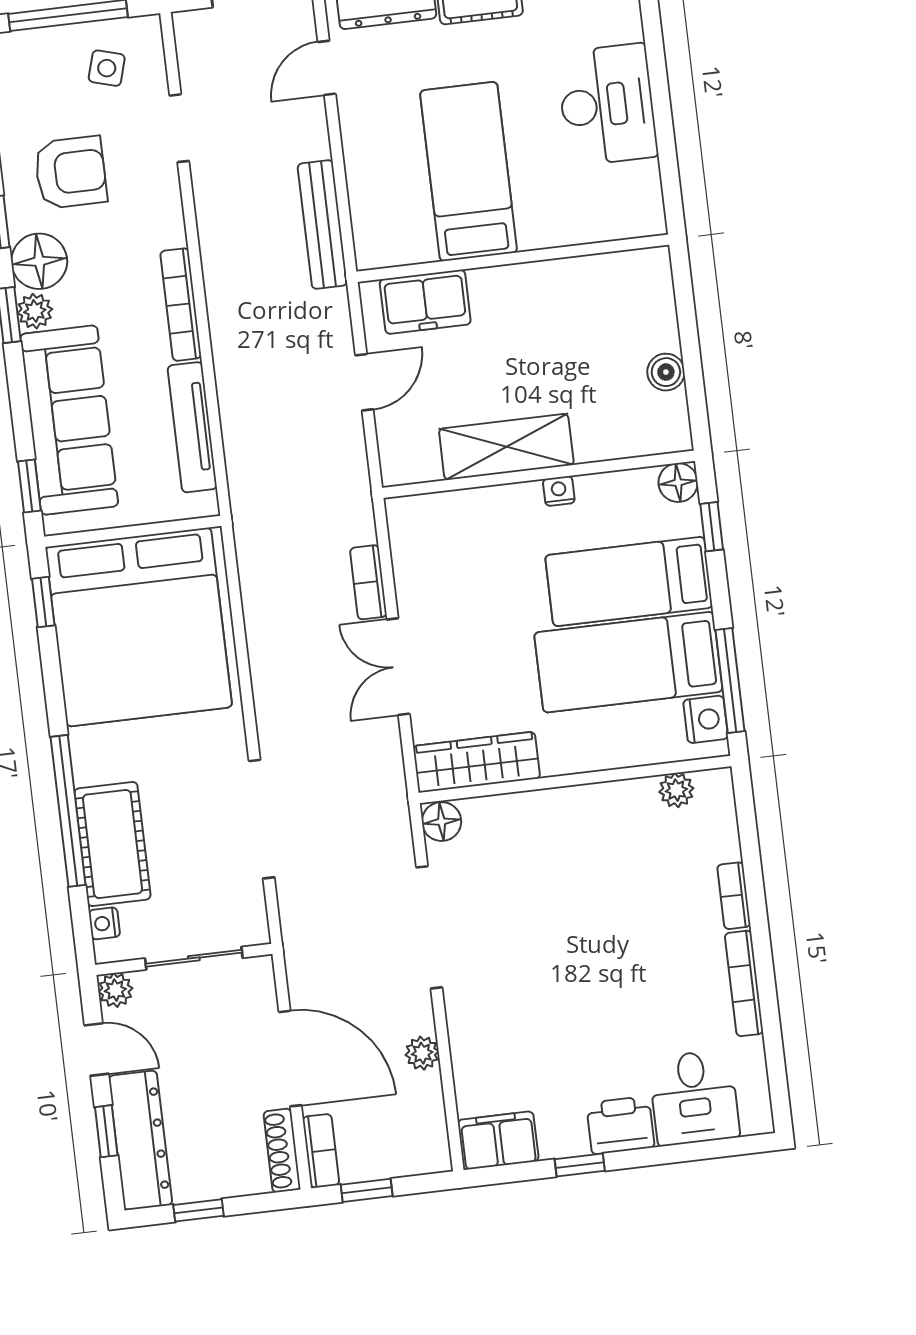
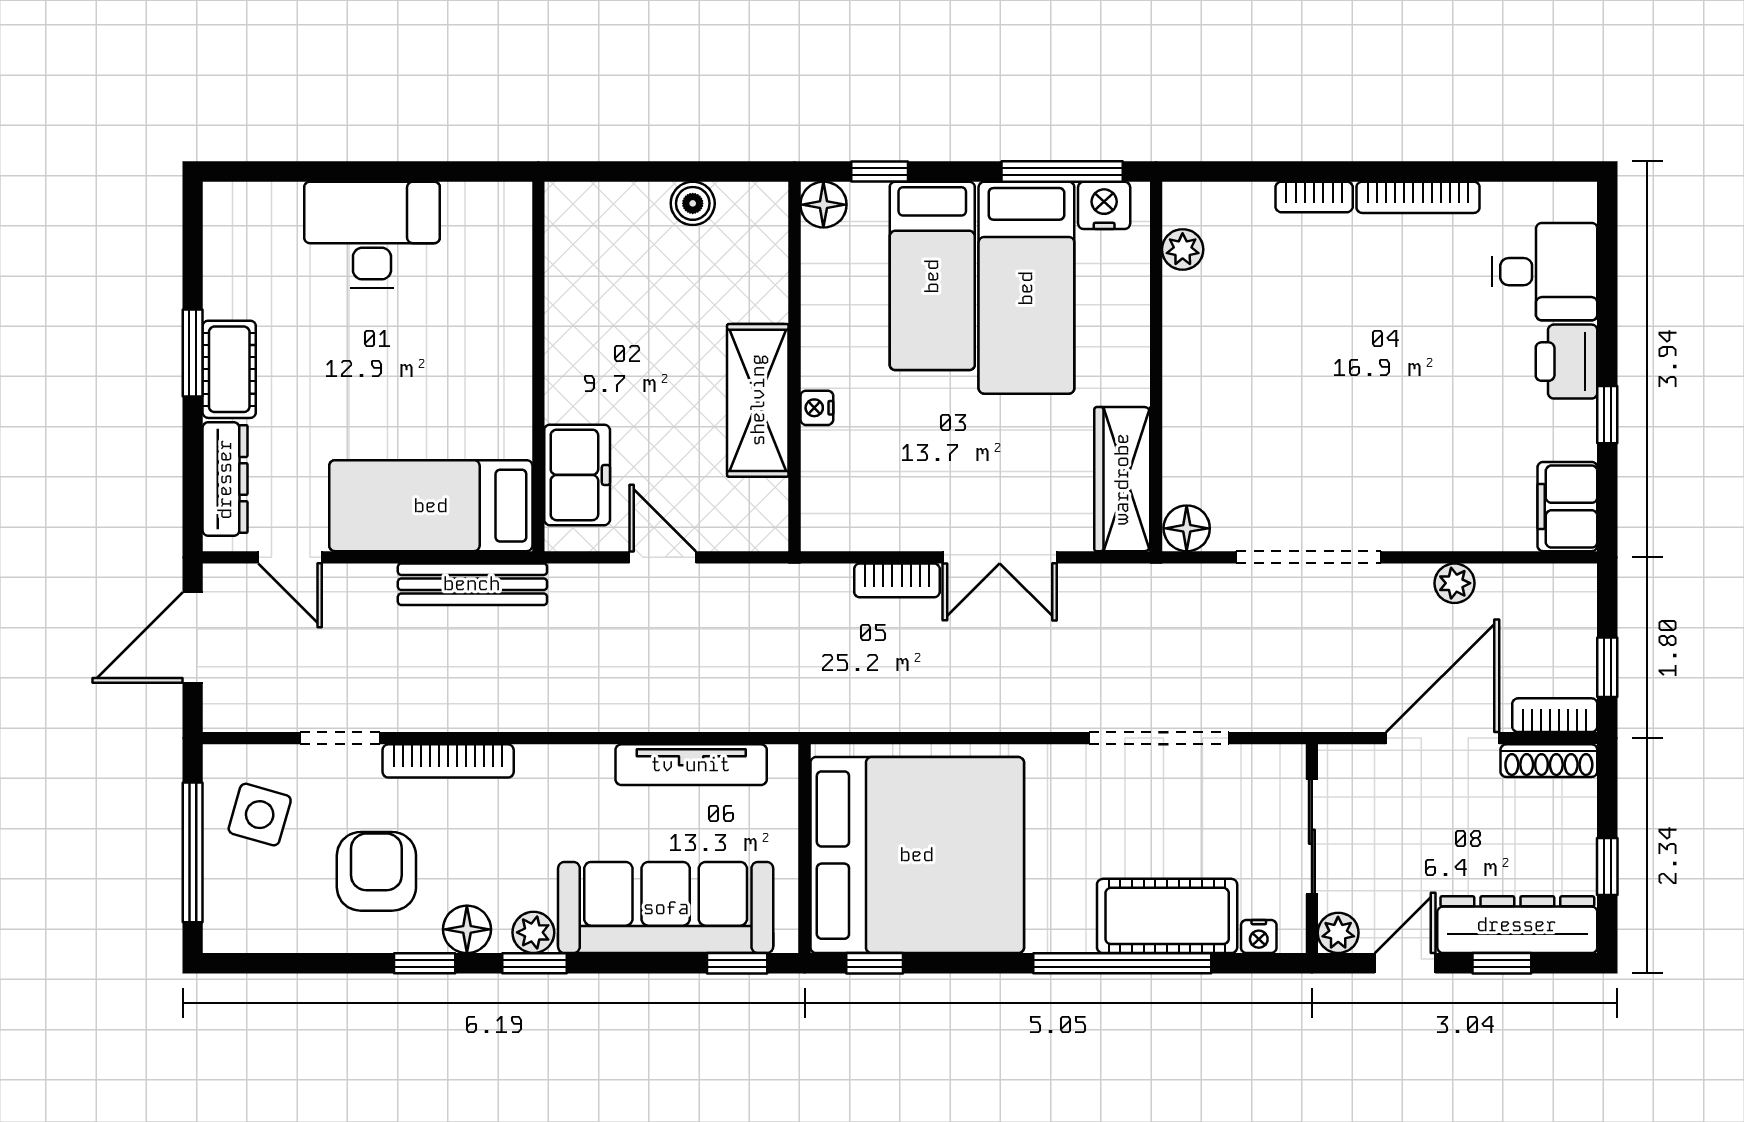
side table: (107, 68) -> (260, 815), width x1.37, depth x1.37
bed: (469, 171) -> (431, 506), moved
floor lamp: (39, 261) -> (467, 929), width x0.73, depth x0.73
bookcase: (181, 305) -> (448, 761), moved
nightstand: (559, 491) -> (817, 408), moved

